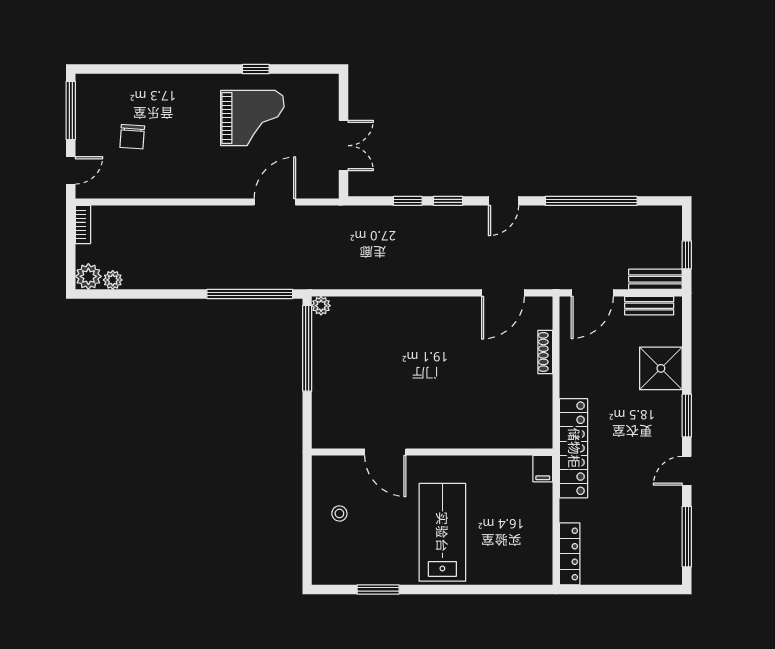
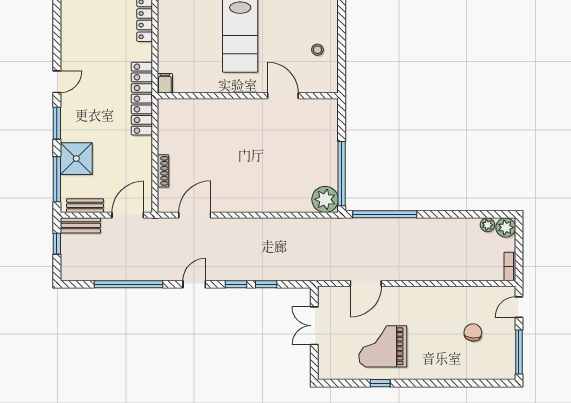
plant: (321, 306) -> (325, 199), width x1.88, depth x1.88
window: (687, 537) -> (57, 179), moved

